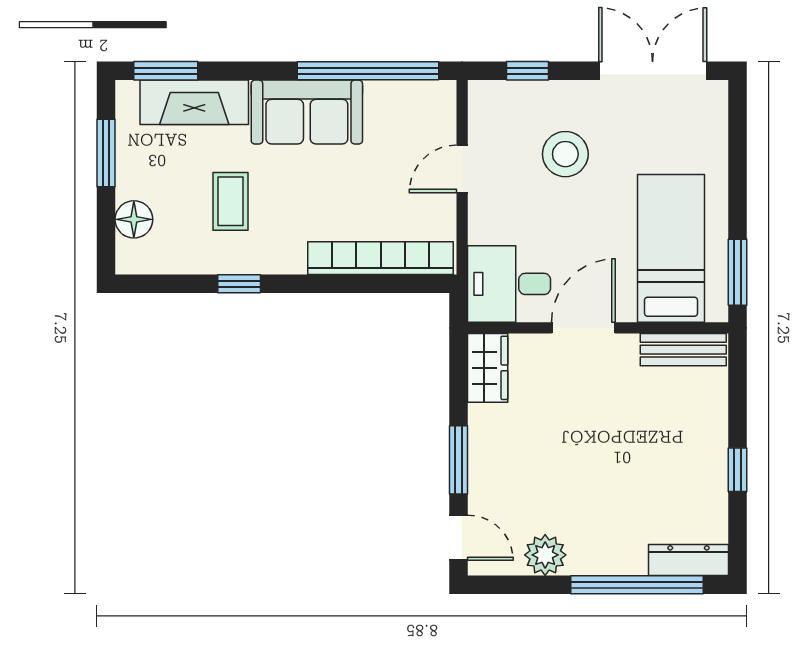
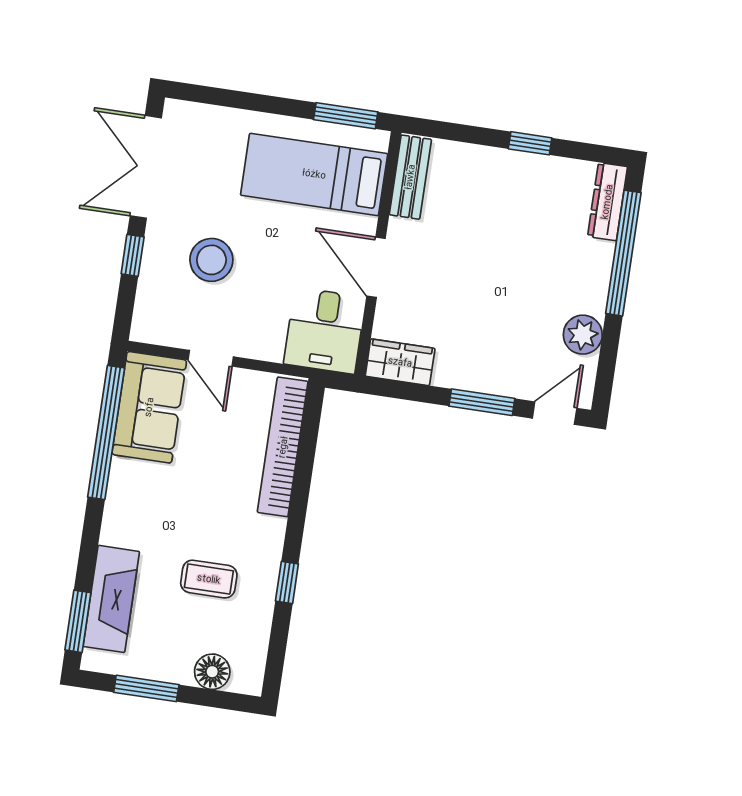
window: (528, 71) -> (133, 255), moved
sofa: (307, 112) -> (149, 407), moved

